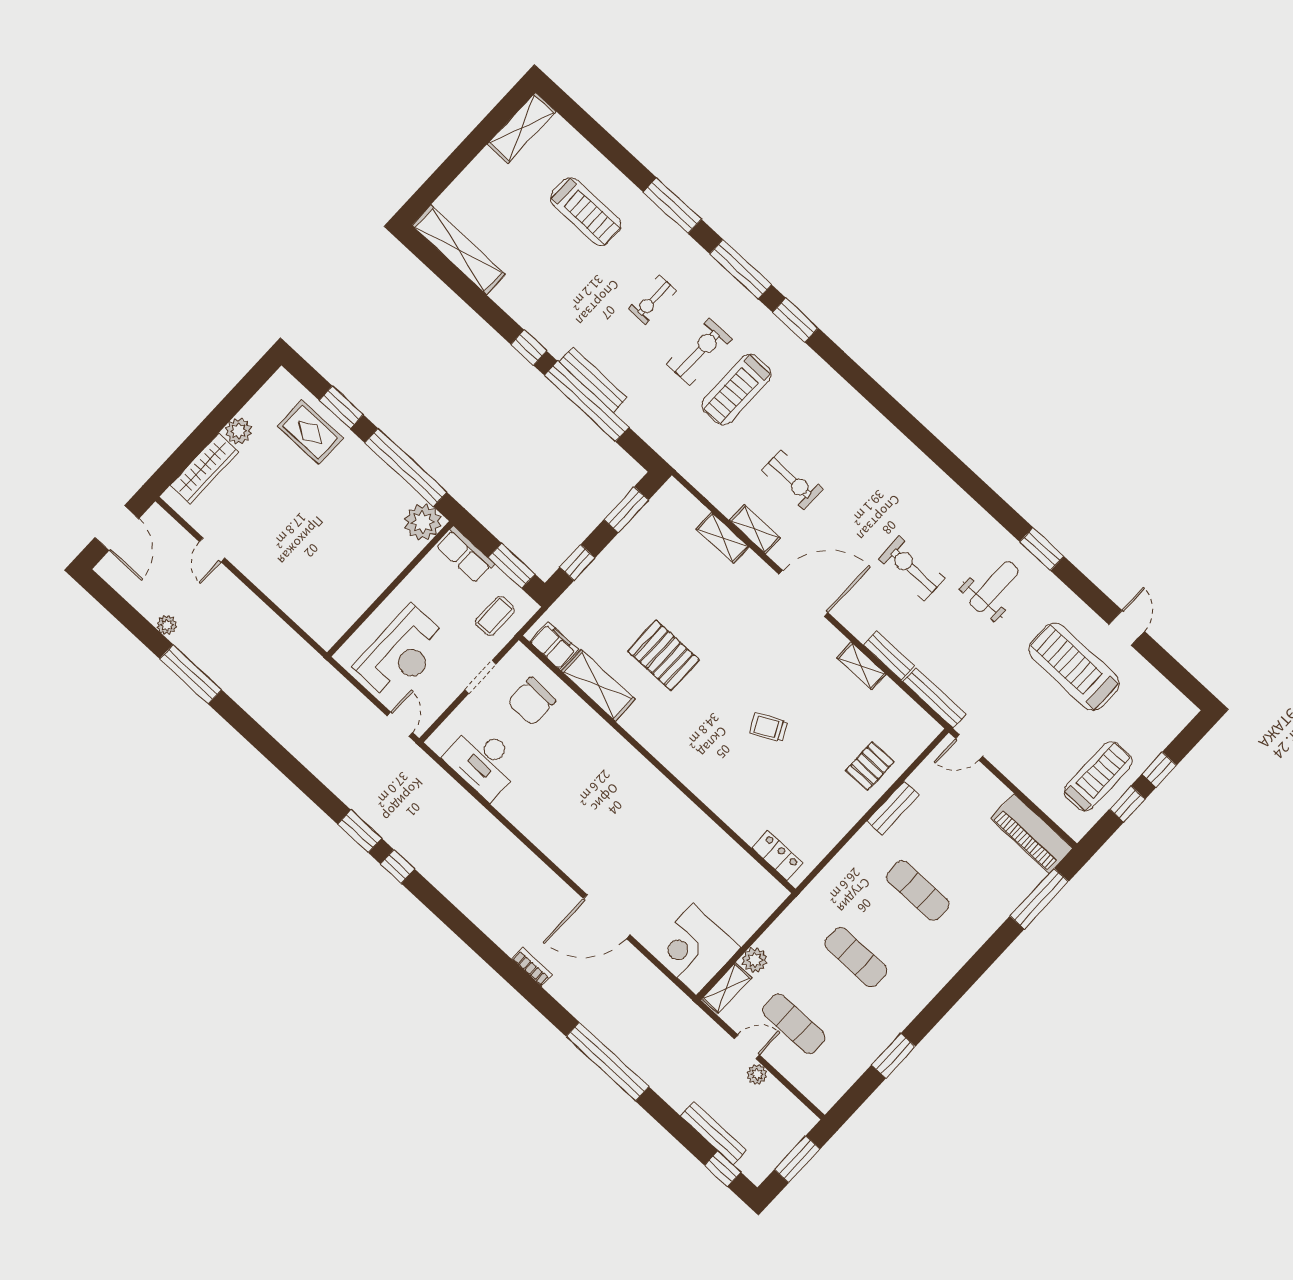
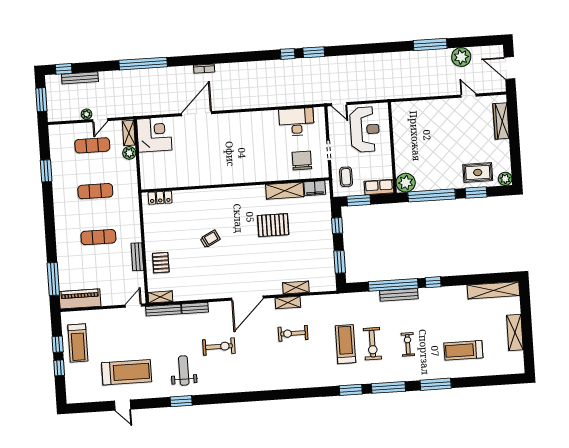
shelving: (522, 128) -> (515, 333), moved
plant: (239, 431) -> (505, 179), moved
weight bench: (994, 587) -> (184, 371), turned 180
plant: (167, 625) -> (461, 57), width x1.87, depth x1.87
reception desk: (401, 653) -> (365, 130), turned 180
shelving: (861, 666) -> (160, 297), moved

